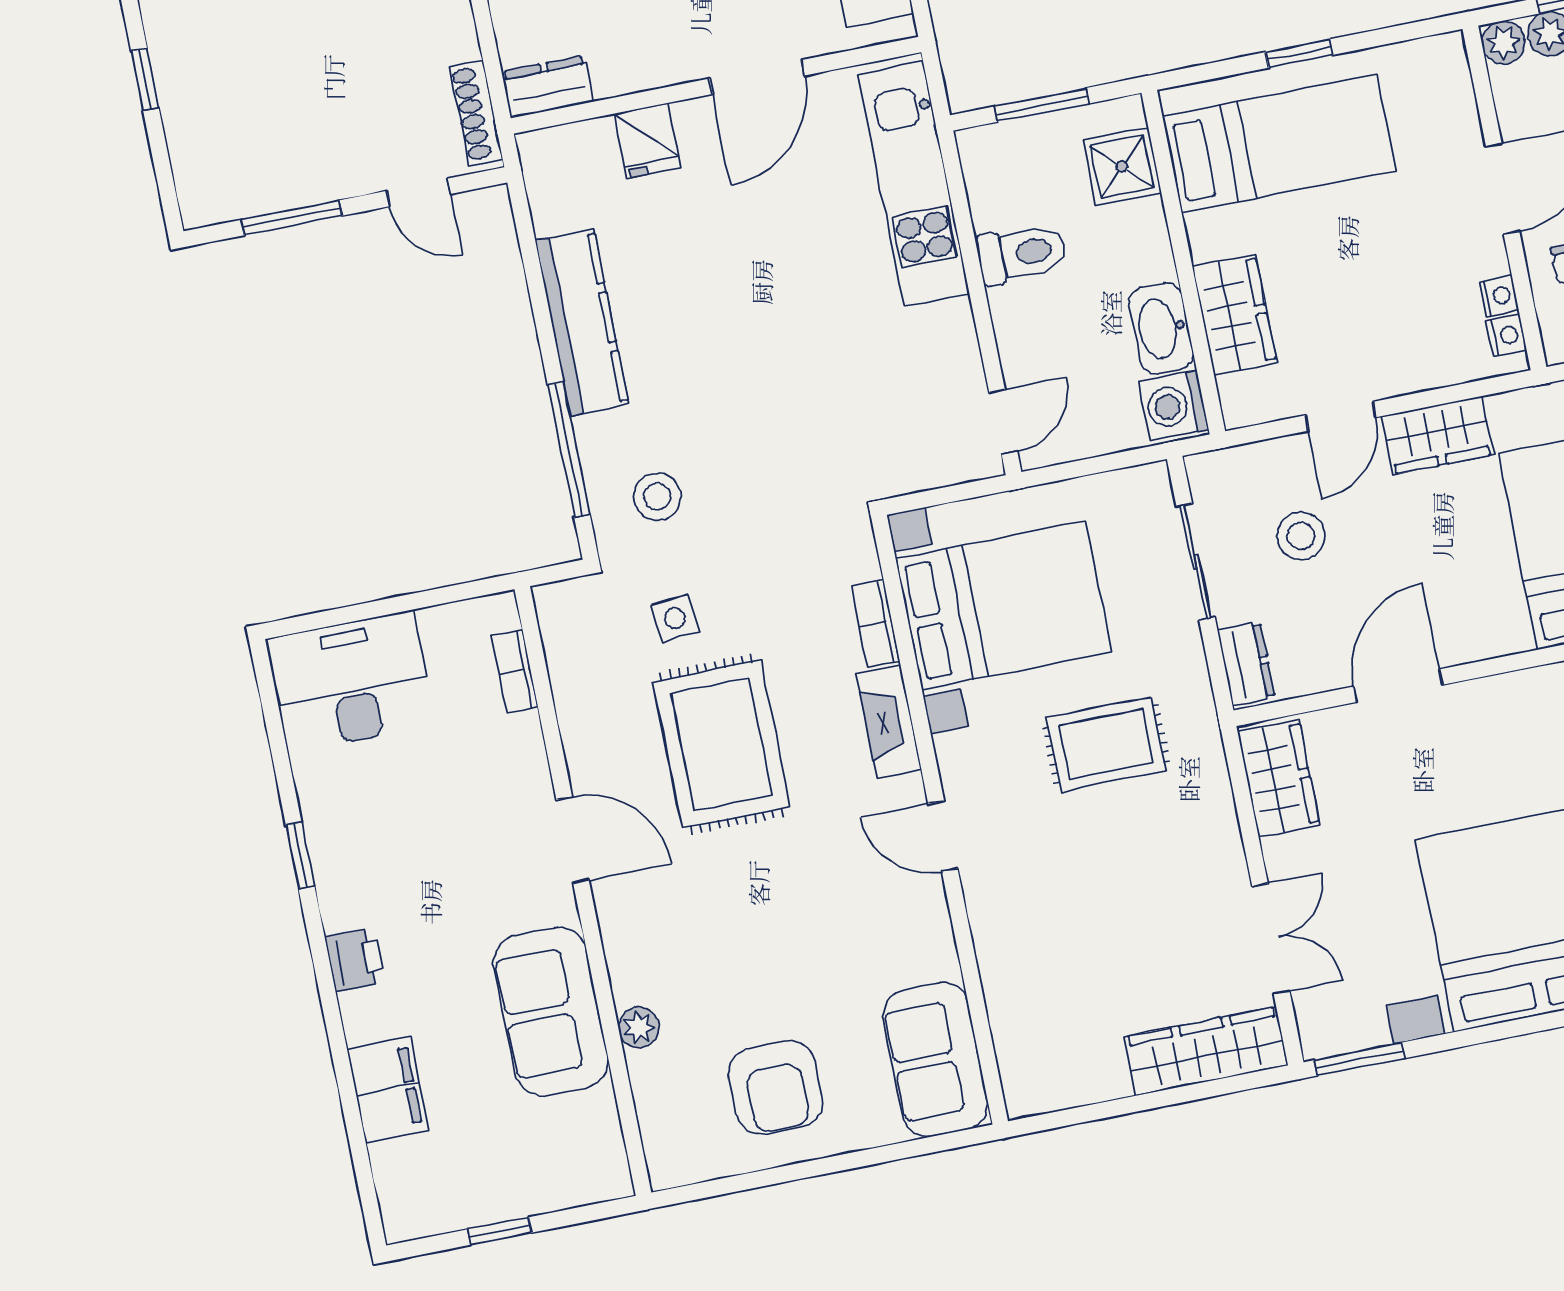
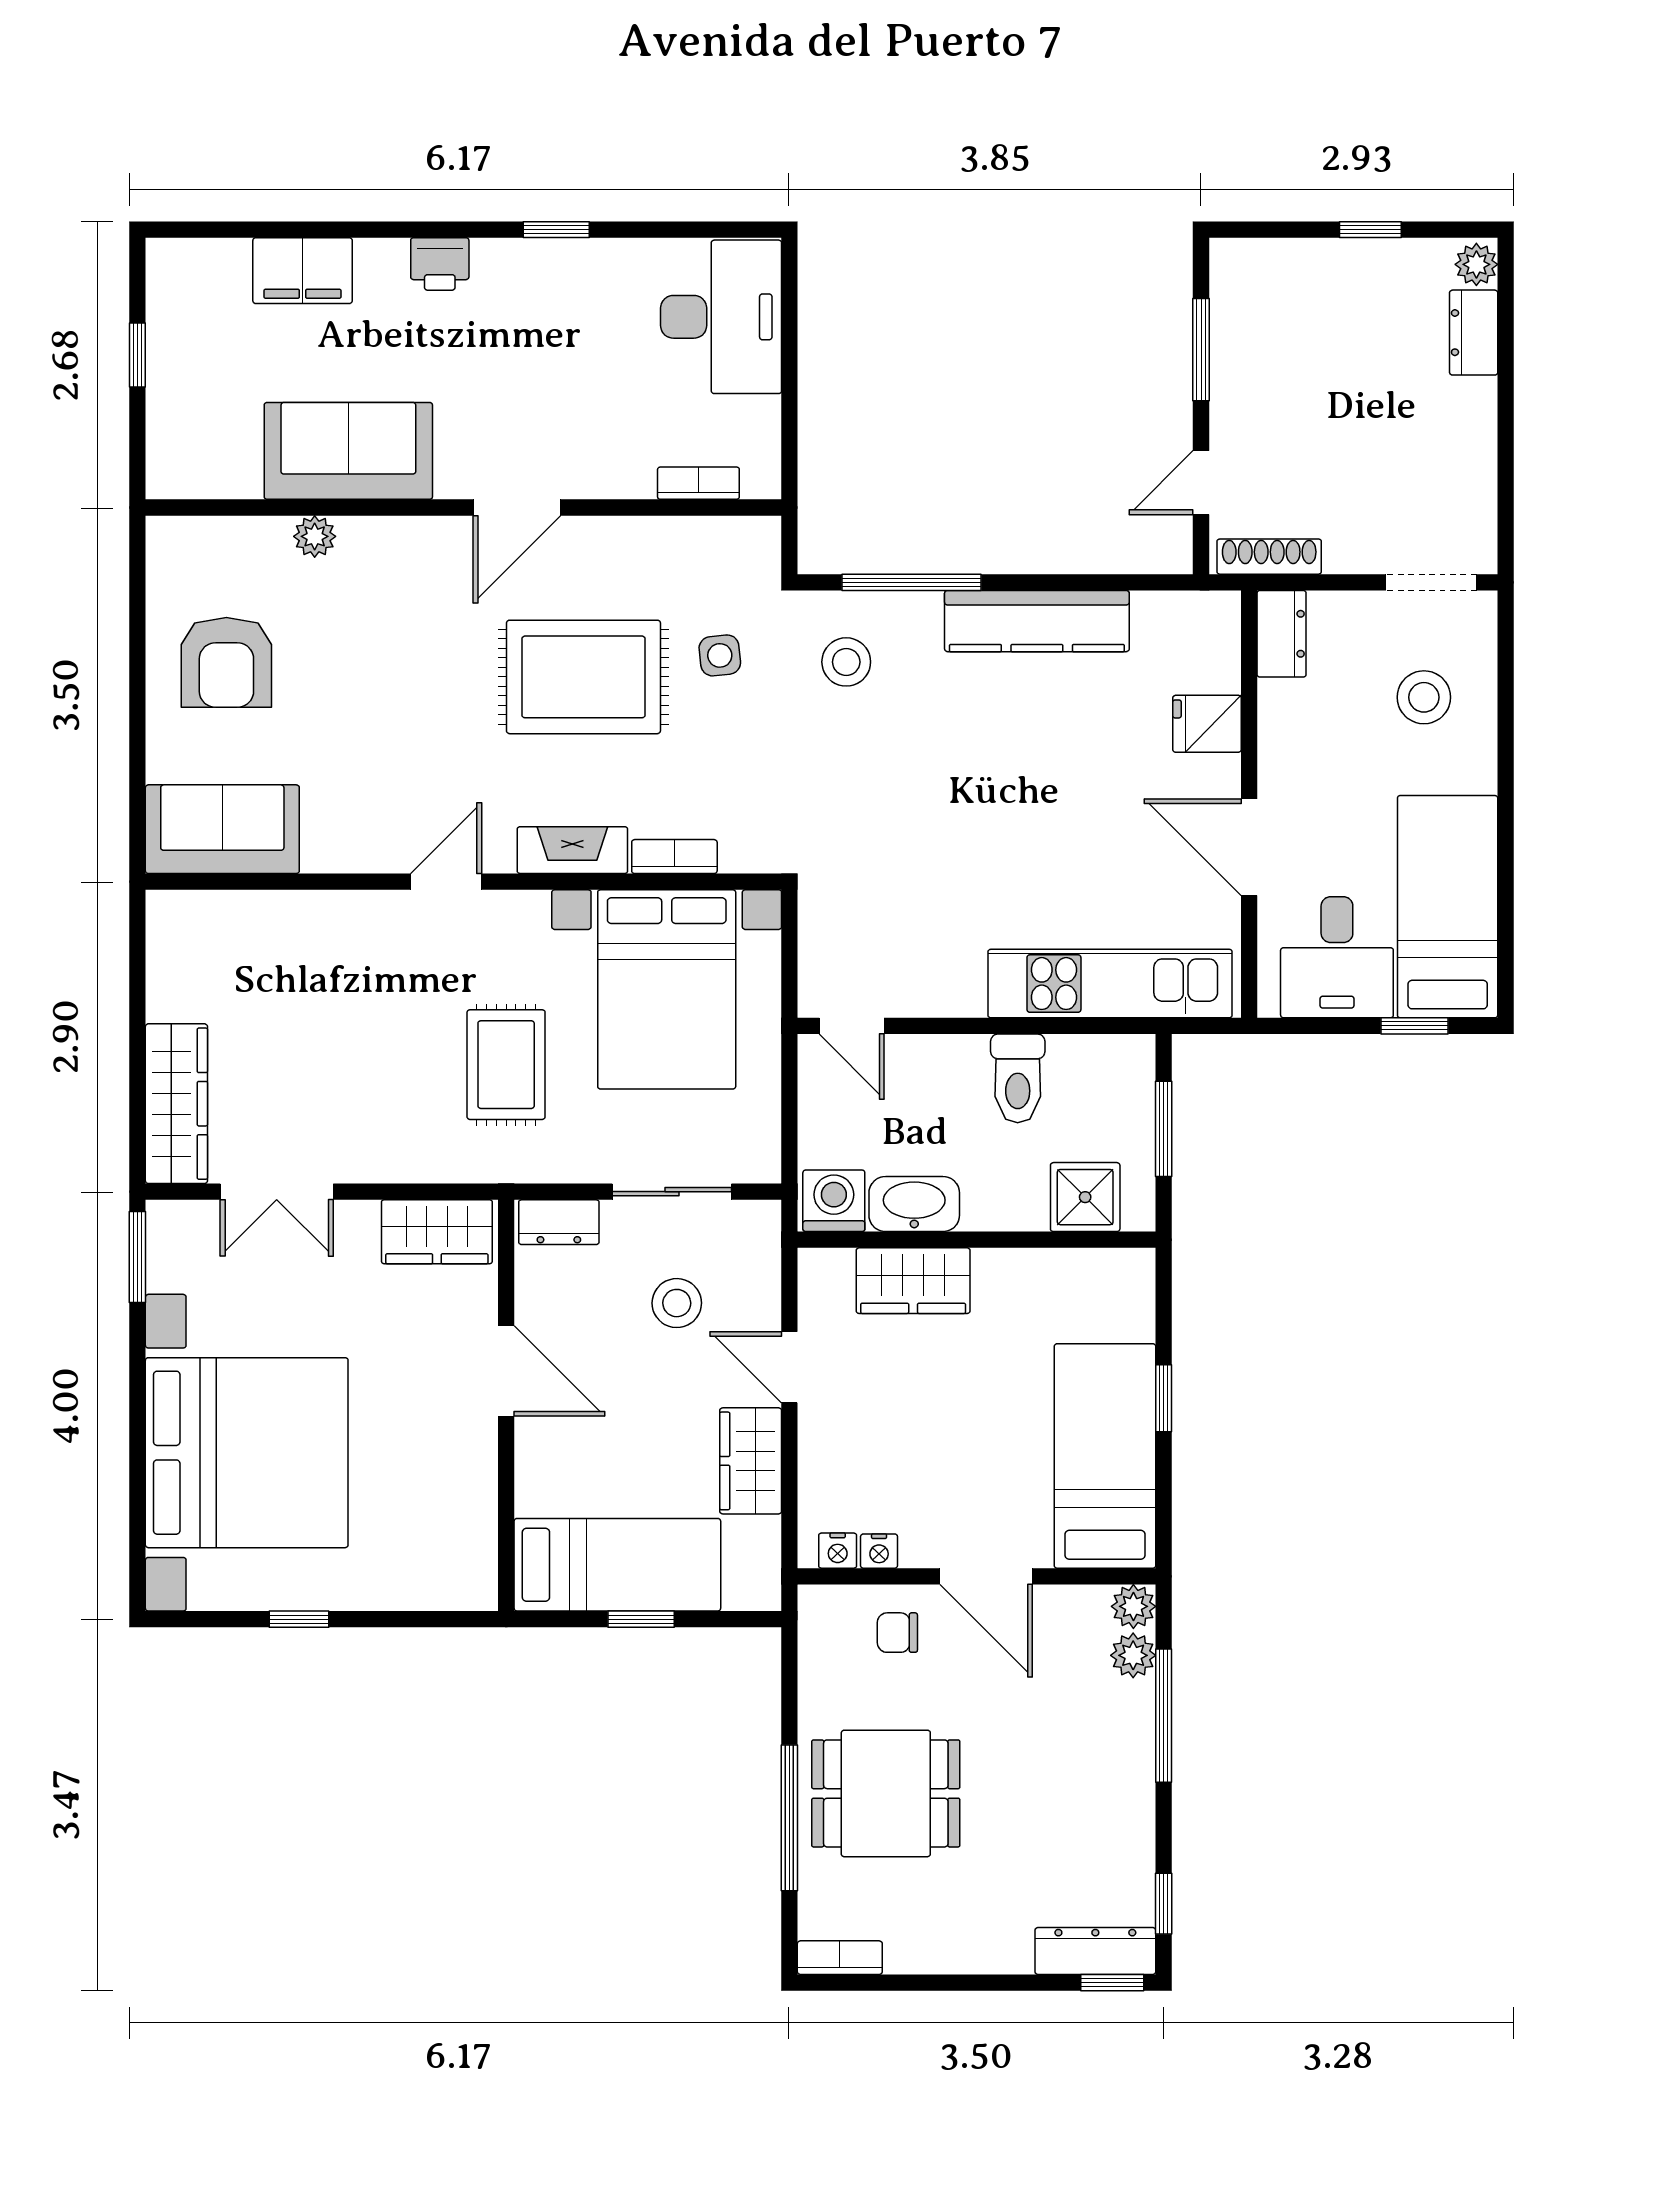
bed: (1279, 143) -> (1105, 1456), moved, turned 180
armchair: (776, 1088) -> (226, 662), turned -90

